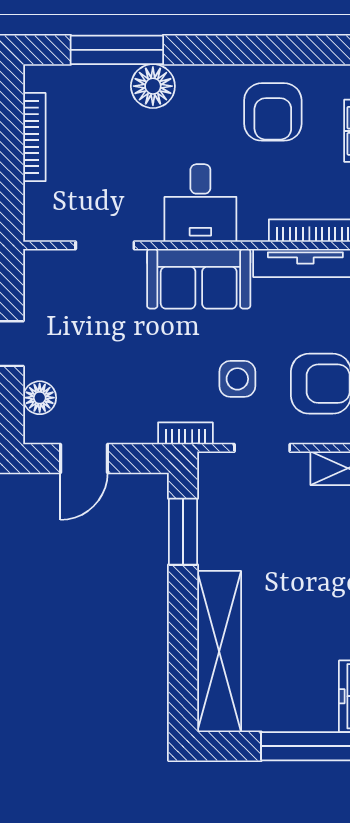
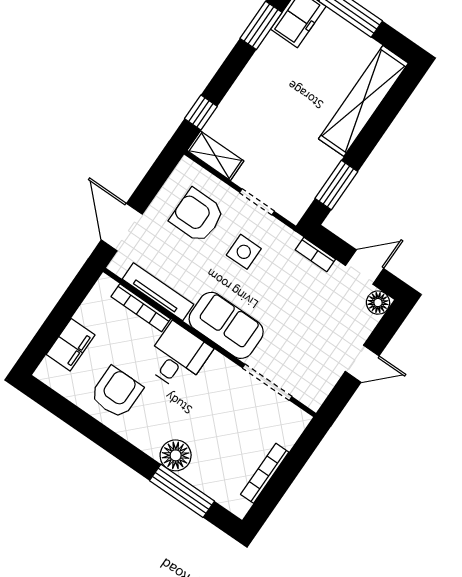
desk: (200, 203) -> (178, 357), moved
doorway: (105, 245) -> (267, 382), width x1.38
floor lamp: (40, 398) -> (378, 303), moved
bookcase: (185, 433) -> (315, 255), moved

